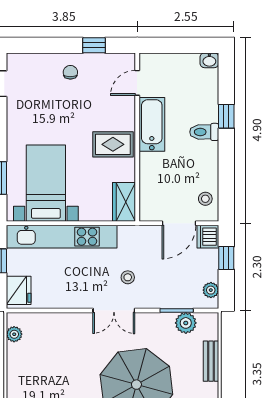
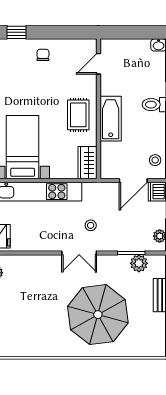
window: (94, 45) -> (17, 32), moved
bathtub: (152, 124) -> (111, 119), moved
rug: (113, 144) -> (78, 115), turned 90

